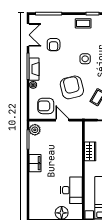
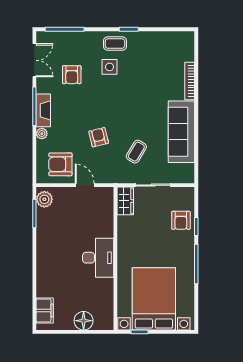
side table: (85, 59) -> (110, 67), moved
armchair: (72, 87) -> (99, 137), width x0.53, depth x0.53
wardrobe: (90, 151) -> (125, 201), moved
filing cabinet: (35, 163) -> (45, 310), moved
desk: (72, 190) -> (98, 258), moved

